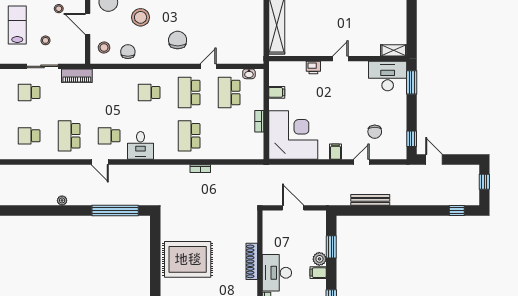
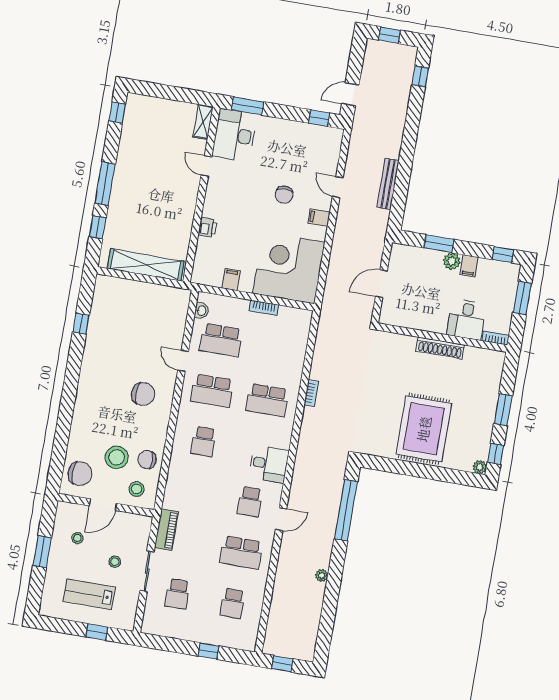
stool: (141, 17) -> (117, 457), moved
chair: (178, 40) -> (143, 394), turned 180
door: (340, 59) -> (206, 166), moved
chair: (375, 132) -> (284, 195), moved, turned 90
desk: (277, 273) -> (466, 319), width x0.73

